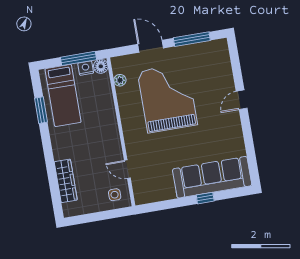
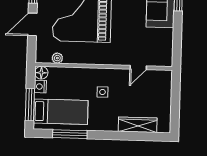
window: (78, 58) -> (30, 105), moved
window: (41, 110) -> (70, 134), width x1.44
side table: (115, 195) -> (102, 92), moved

